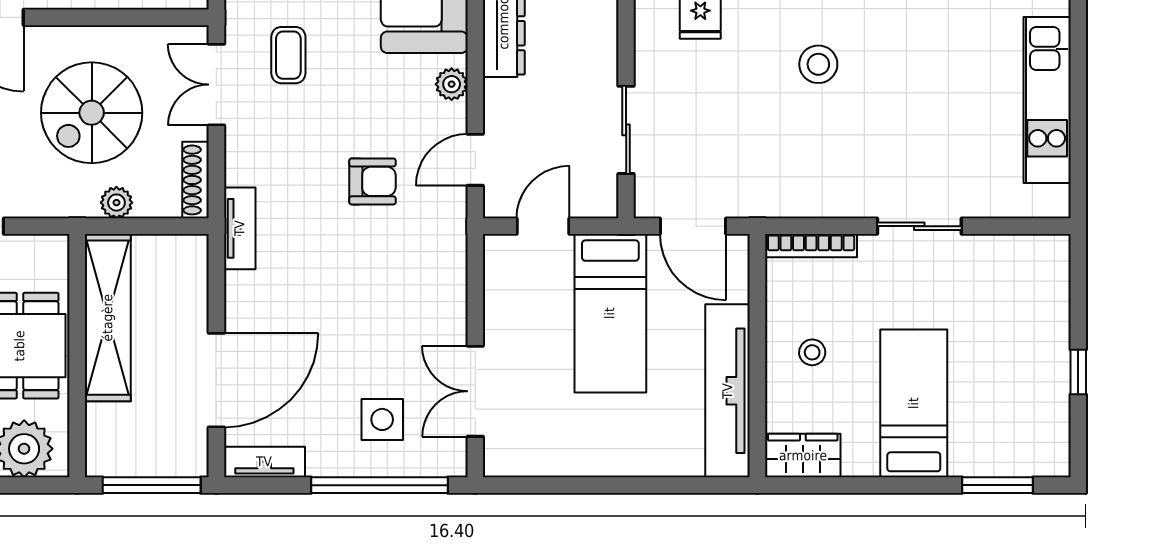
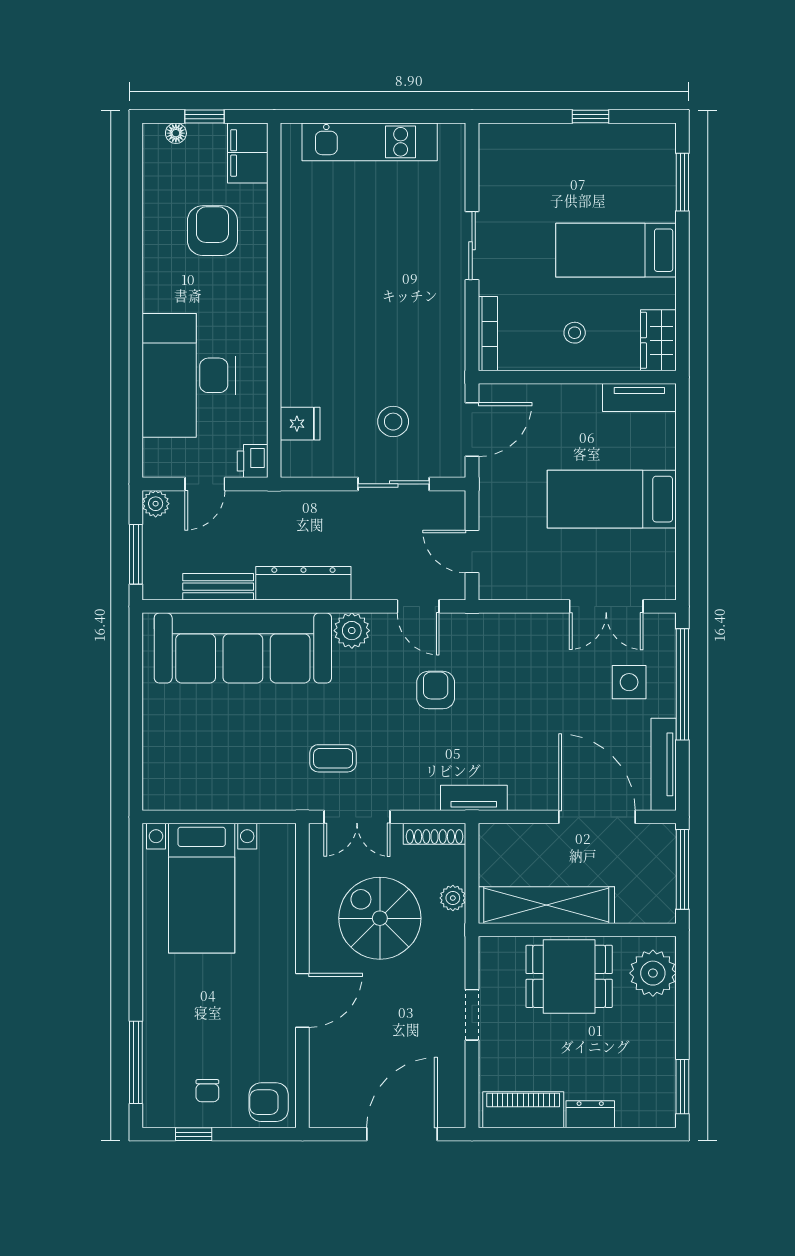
stool: (818, 64) -> (393, 422), moved
plant: (452, 84) -> (352, 631), width x1.38, depth x1.38
spiral stairs: (92, 113) -> (380, 918), turned 180
bed: (610, 313) -> (612, 499), moved, turned 180
tv unit: (728, 391) -> (639, 397), width x0.52, depth x0.78
tv unit: (264, 462) -> (664, 764), width x1.41

